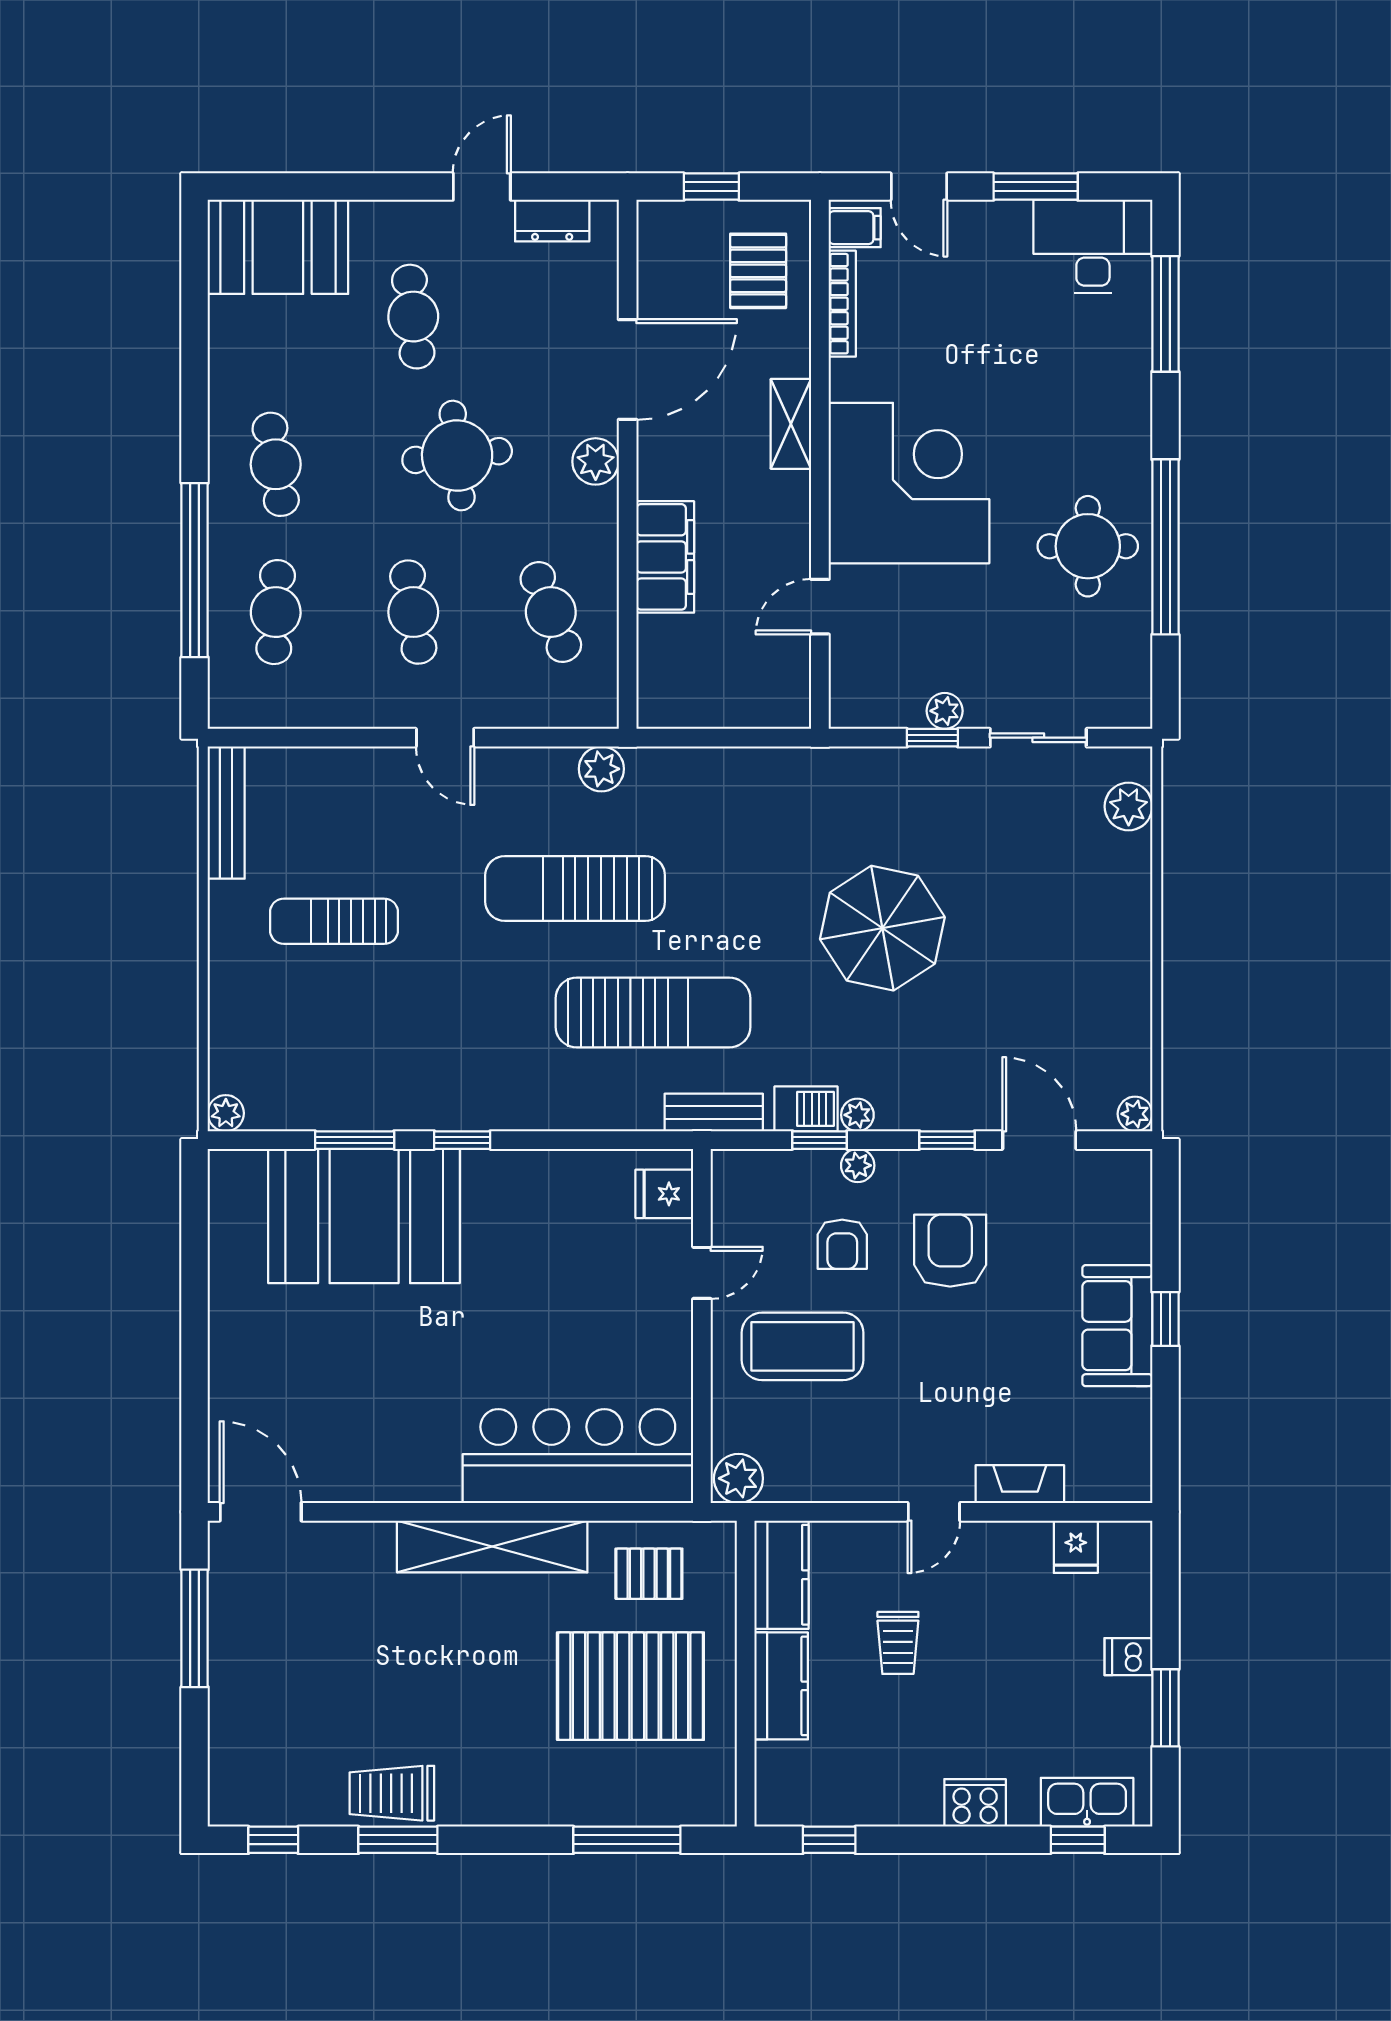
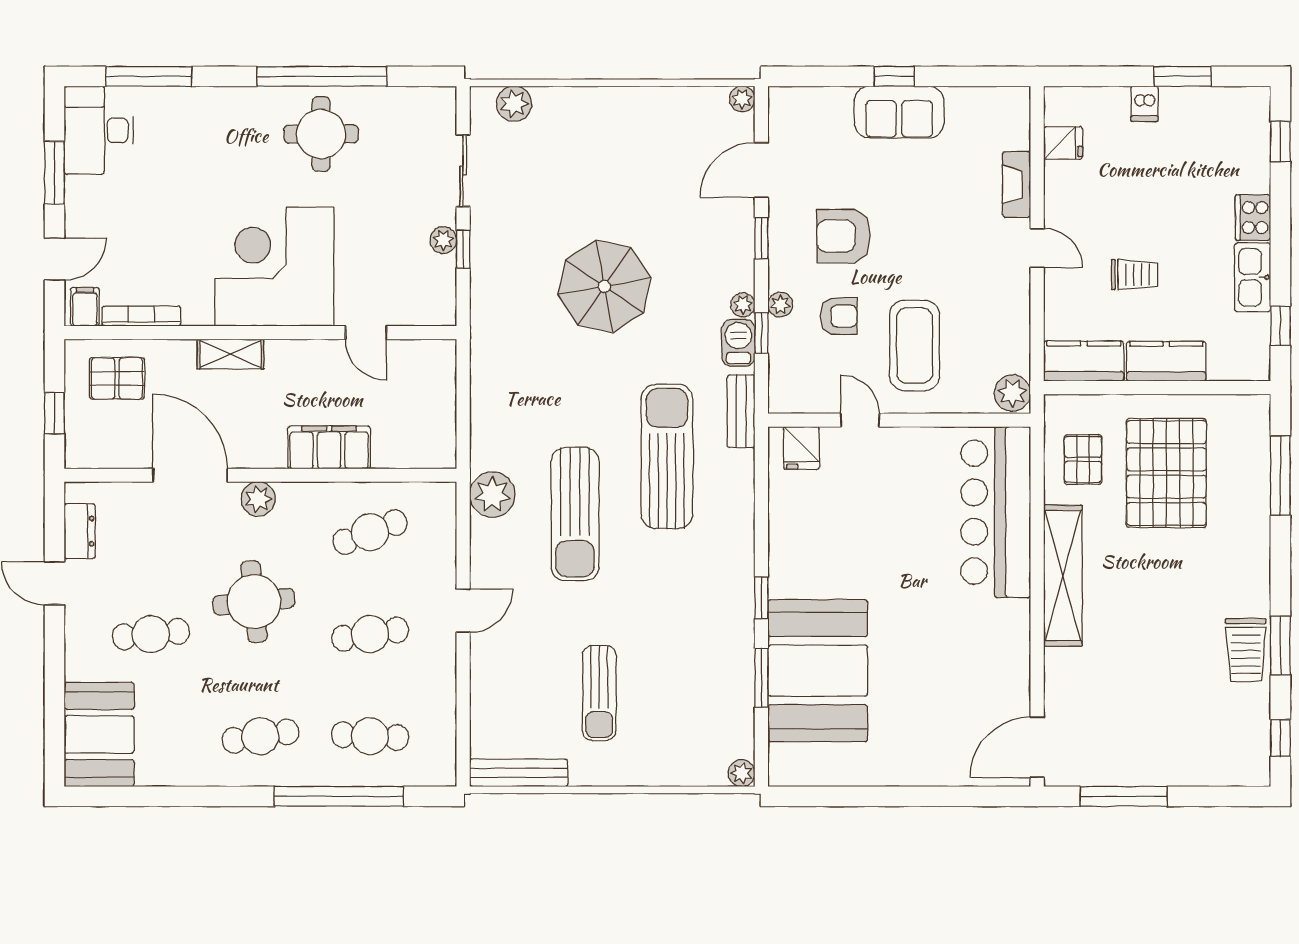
plant: (601, 769) -> (492, 495), width x1.36, depth x1.36
kitchen sink: (1087, 1802) -> (1253, 277), moved

